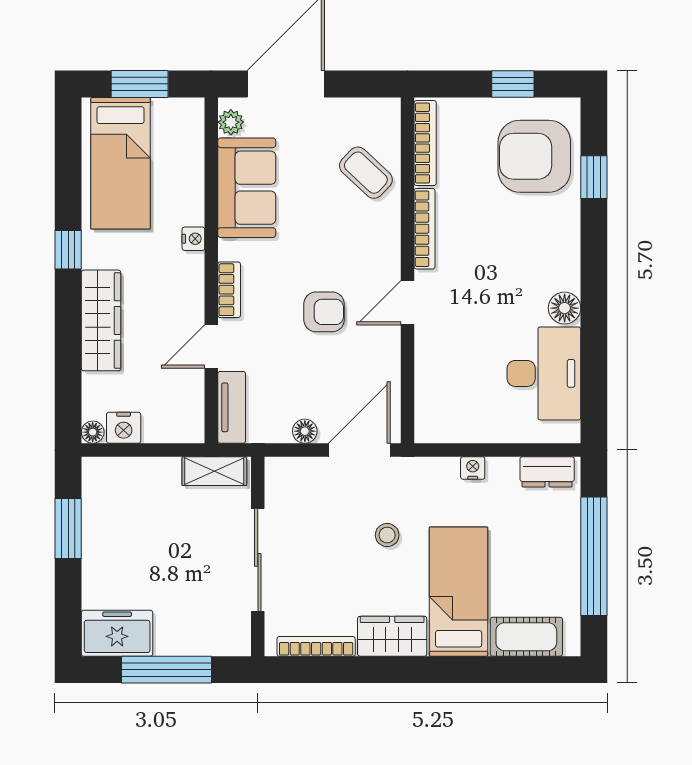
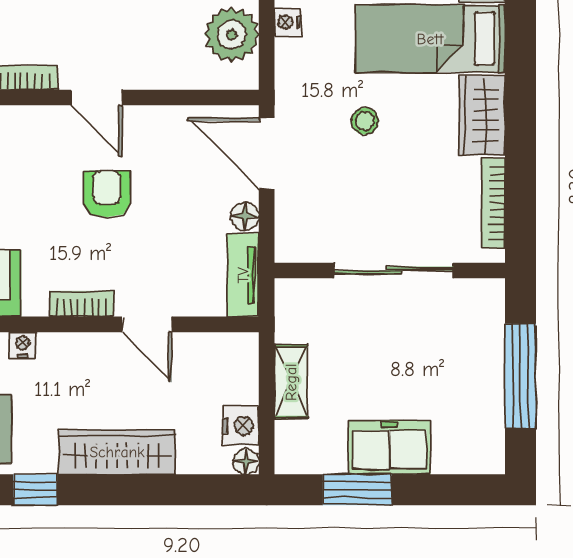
tv unit: (232, 407) -> (243, 275), moved, turned -90
plant: (462, 420) -> (232, 35), added
shelving: (214, 471) -> (291, 382), moved
freezer: (117, 633) -> (390, 448), moved, turned 90

